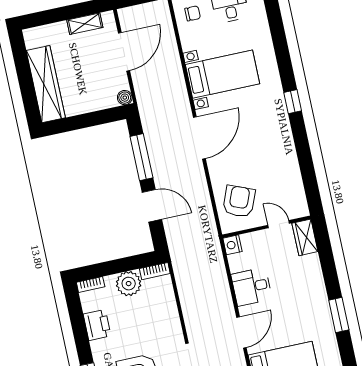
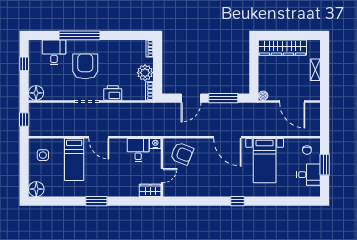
shelving: (85, 24) -> (315, 70), moved
desk: (252, 287) -> (138, 150), moved
printer: (97, 325) -> (113, 93), moved, turned 180

